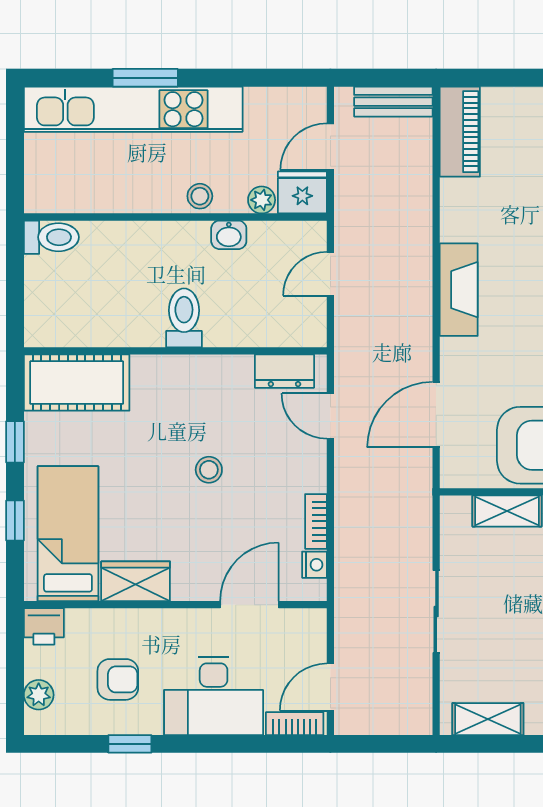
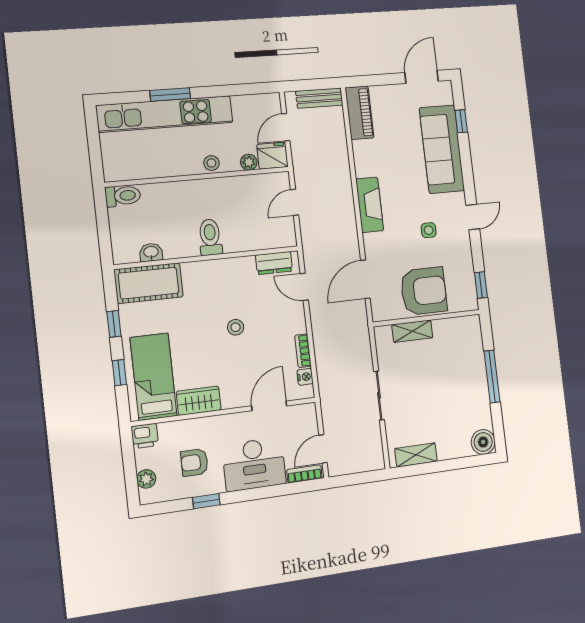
washbasin: (229, 235) -> (151, 252), moved, turned 180
armchair: (118, 679) -> (194, 462), turned 180

